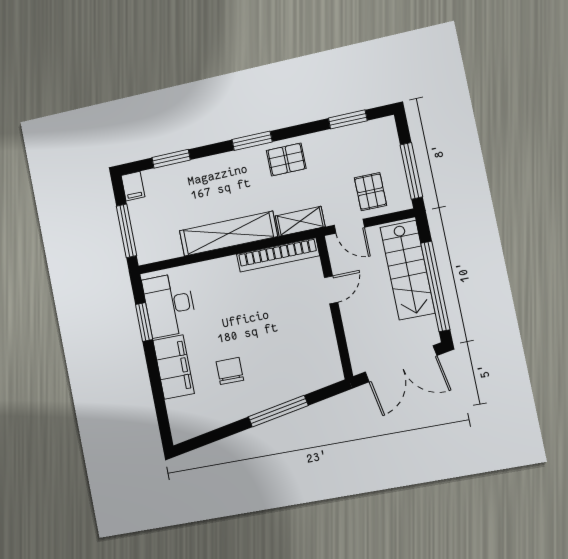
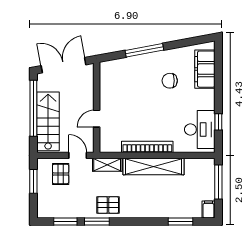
window: (252, 141) -> (97, 221), moved
window: (411, 171) -> (33, 181), width x0.69
bookcase: (278, 255) -> (147, 147), moved
window: (144, 322) -> (218, 122), width x0.67
filing cabinet: (174, 367) -> (205, 69), moved
chair: (230, 371) -> (170, 81), turned 90

